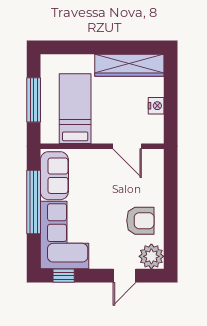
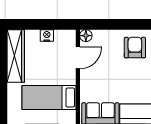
floor lamp: (156, 157) -> (86, 36), added

